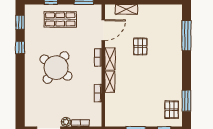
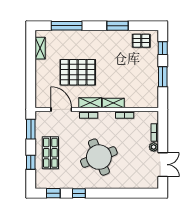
shelving: (126, 9) -> (40, 48), moved
pallet: (140, 46) -> (78, 72), width x2.05, depth x2.00
round table: (56, 68) -> (99, 157), turned 32
window: (186, 101) -> (118, 26), moved

